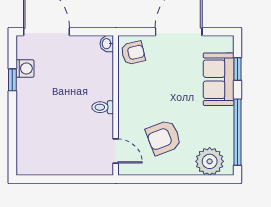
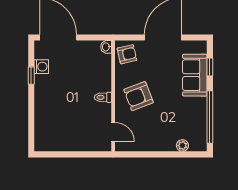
armchair: (164, 138) -> (139, 96), moved
plant: (210, 161) -> (182, 146), width x0.53, depth x0.53

